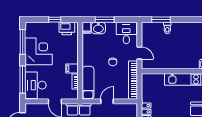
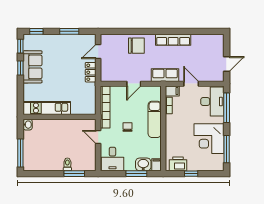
filing cabinet: (72, 68) -> (172, 91), moved
exam couch: (88, 83) -> (155, 119), moved

